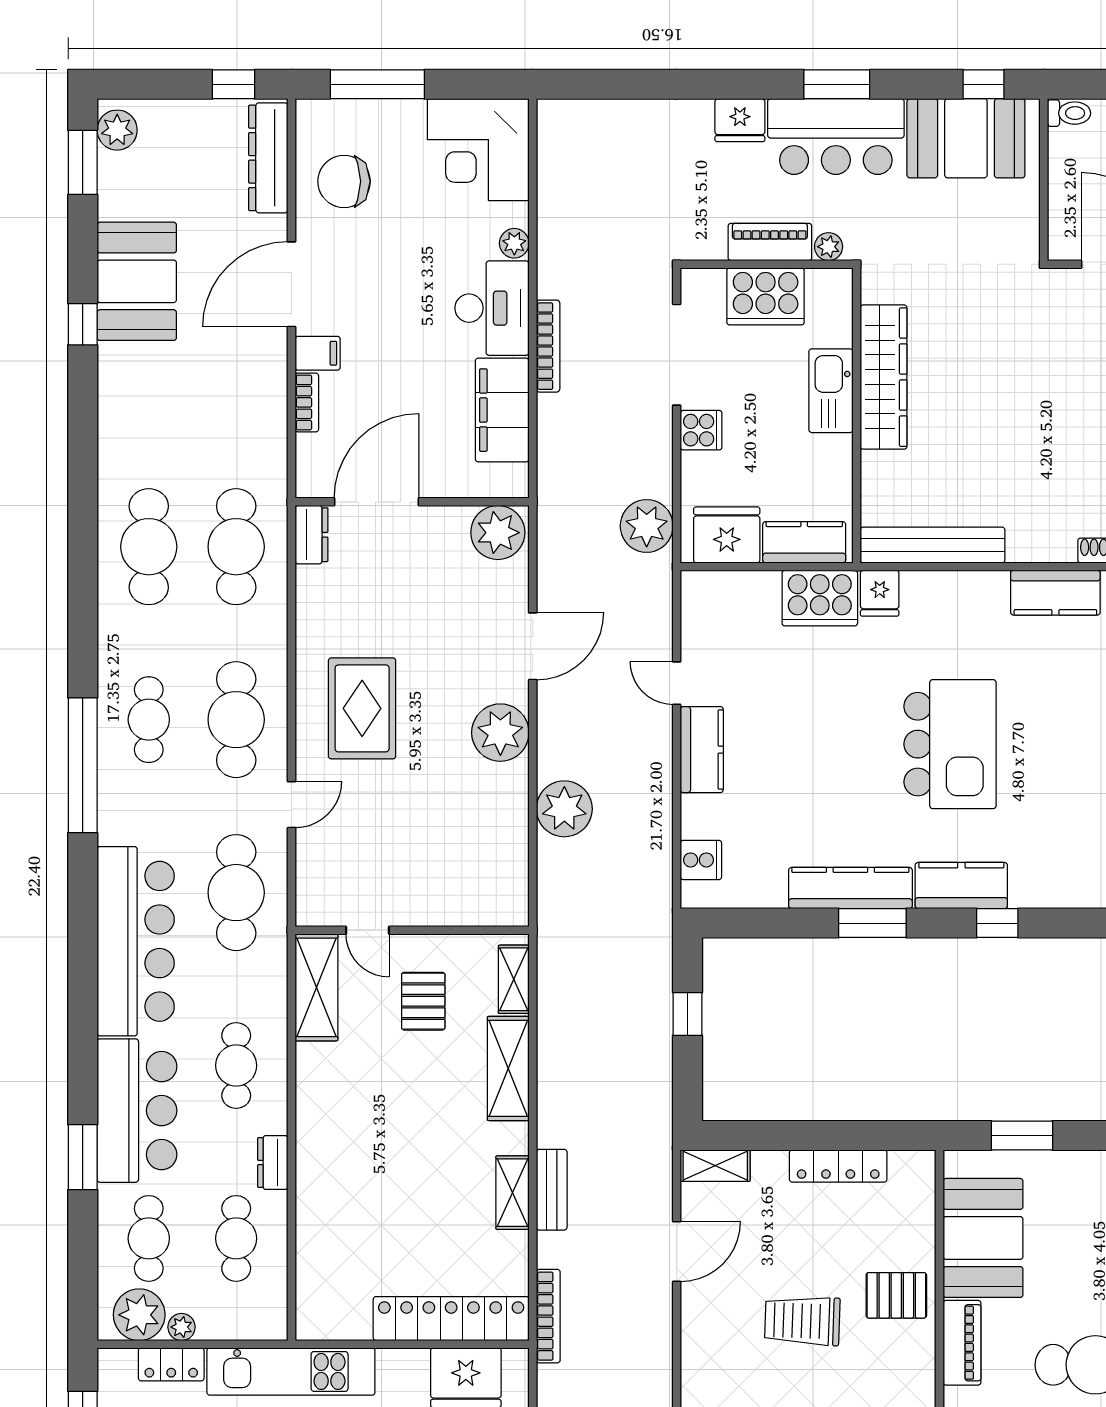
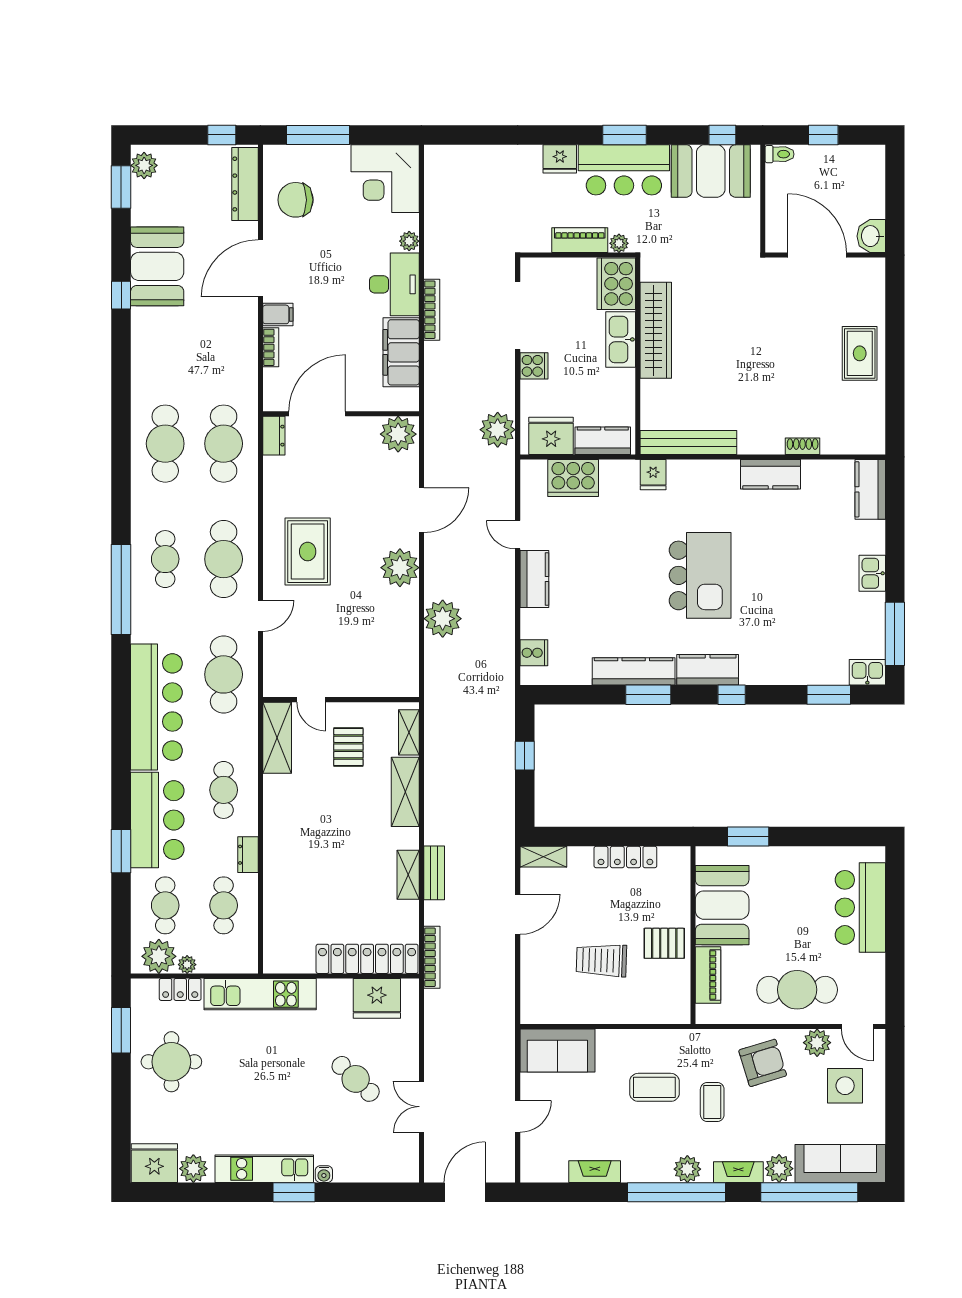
cooker: (766, 296) -> (616, 284), moved, turned 90
cooker: (820, 598) -> (573, 478), moved

